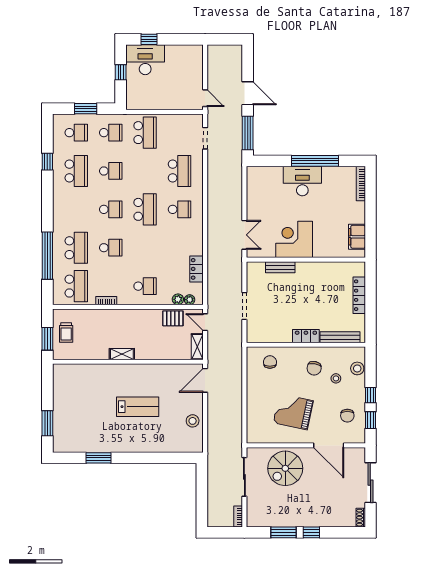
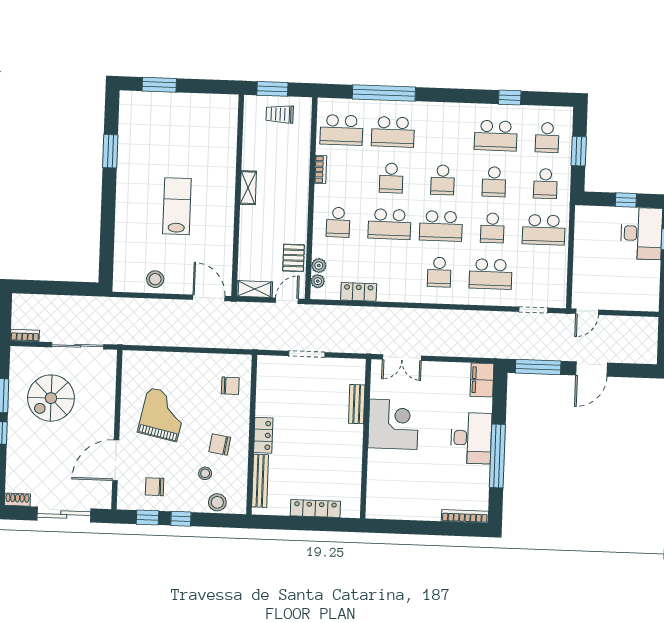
school desk: (145, 171) -> (492, 228), added
filing cabinet: (357, 237) -> (482, 380), moved, turned -90
school desk: (145, 248) -> (390, 224), added
lab bench: (138, 407) -> (177, 206), turned 180
spiral stairs: (285, 468) -> (51, 398), moved, turned -90

